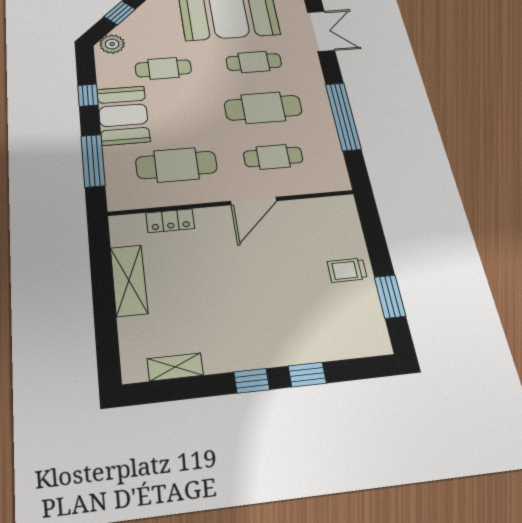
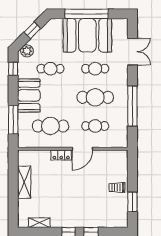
window: (88, 95) -> (13, 69), moved
locker: (170, 221) -> (61, 155), moved

